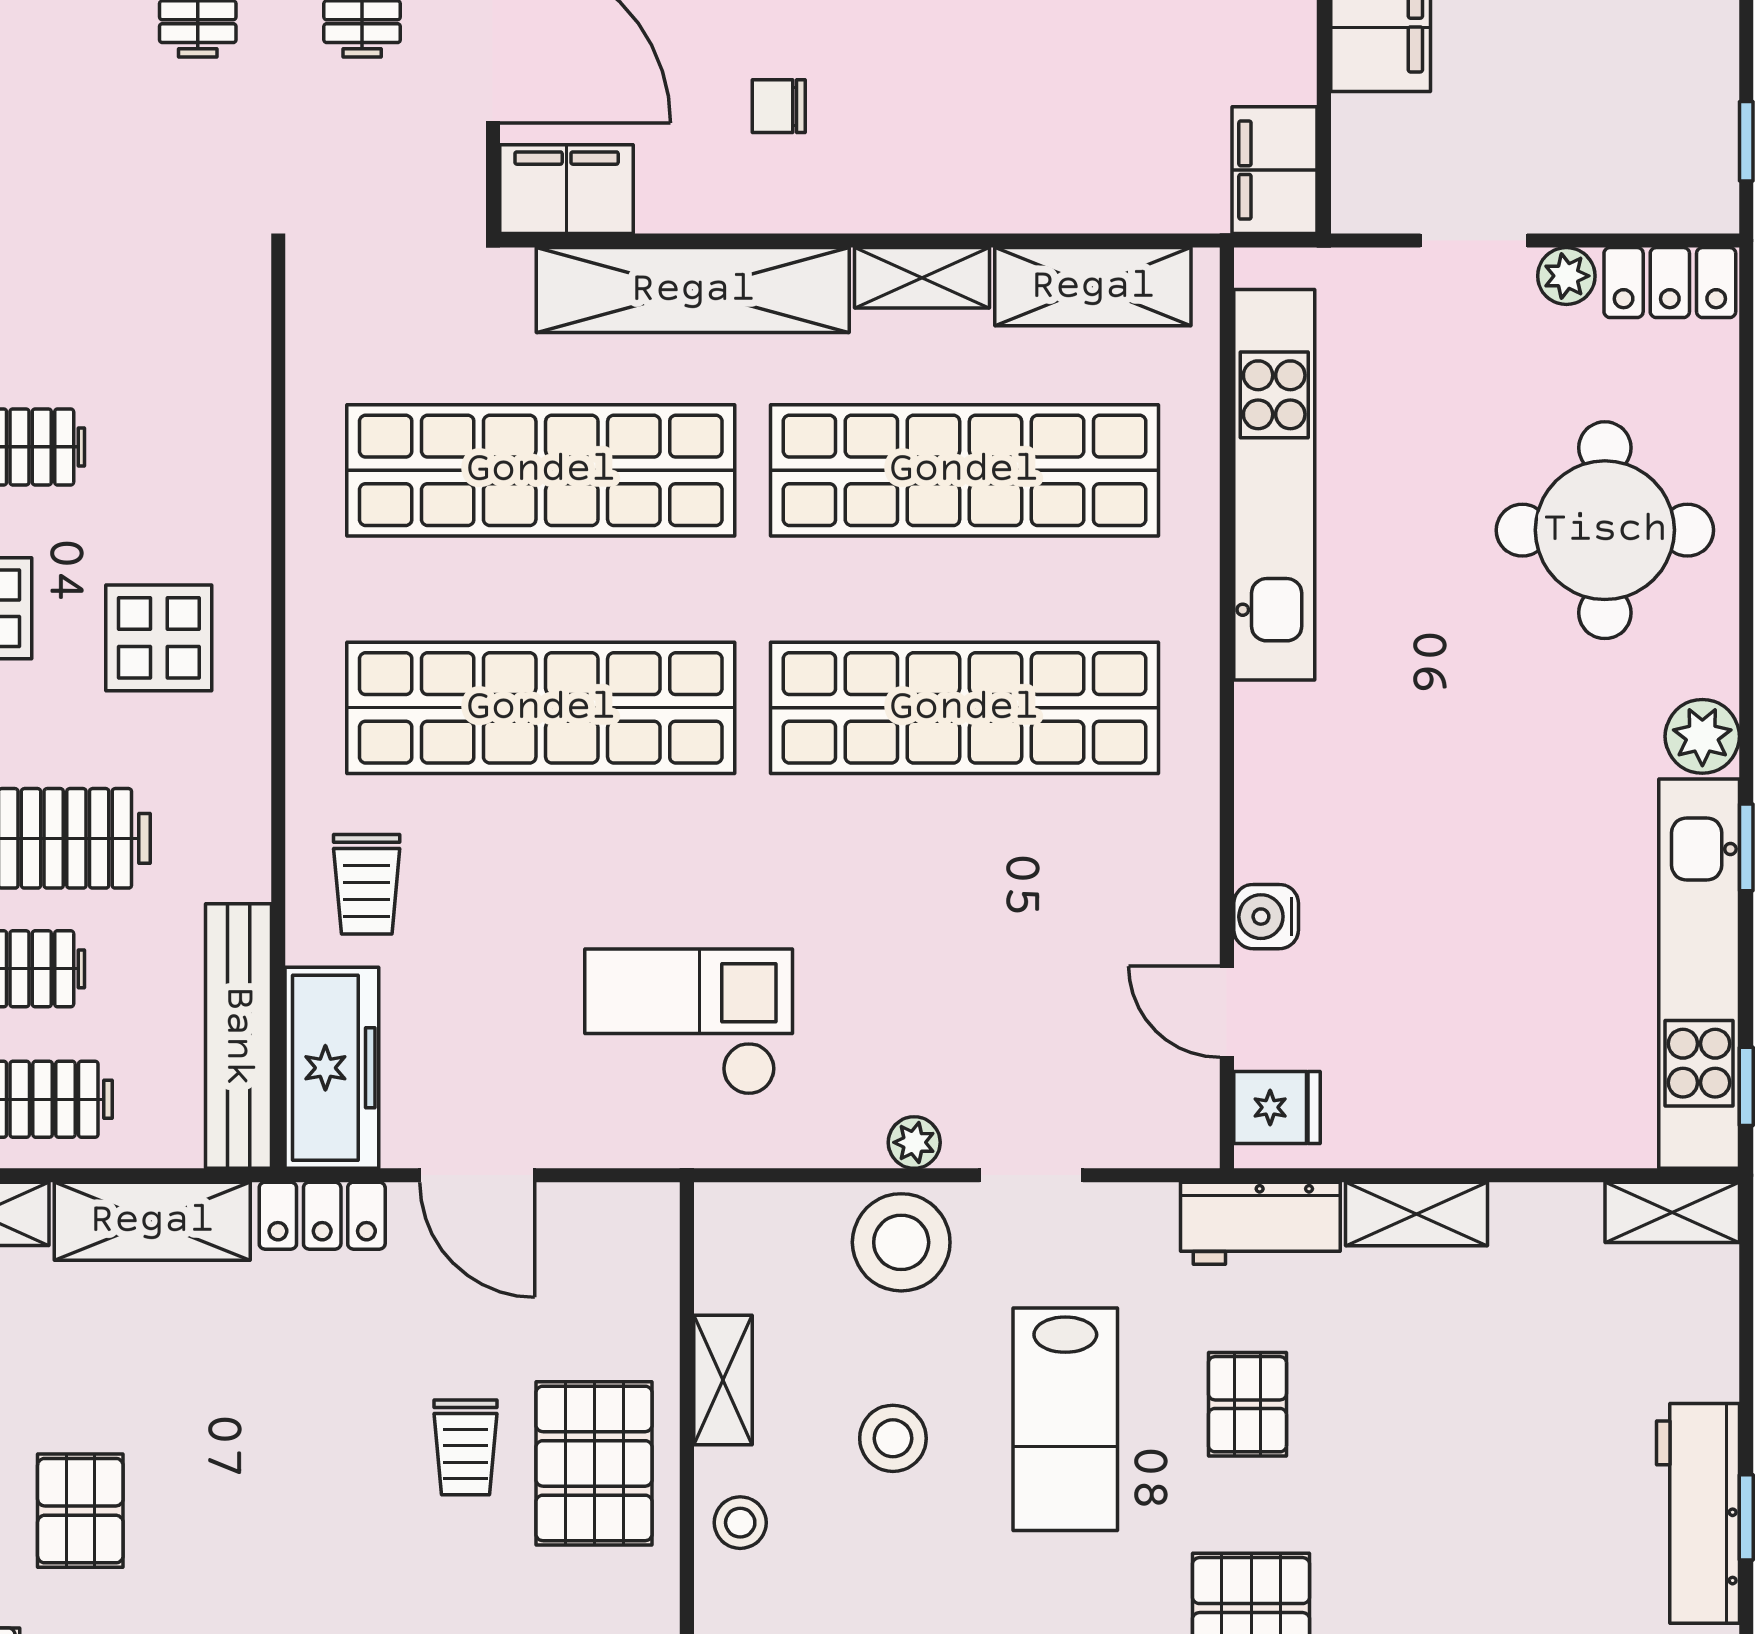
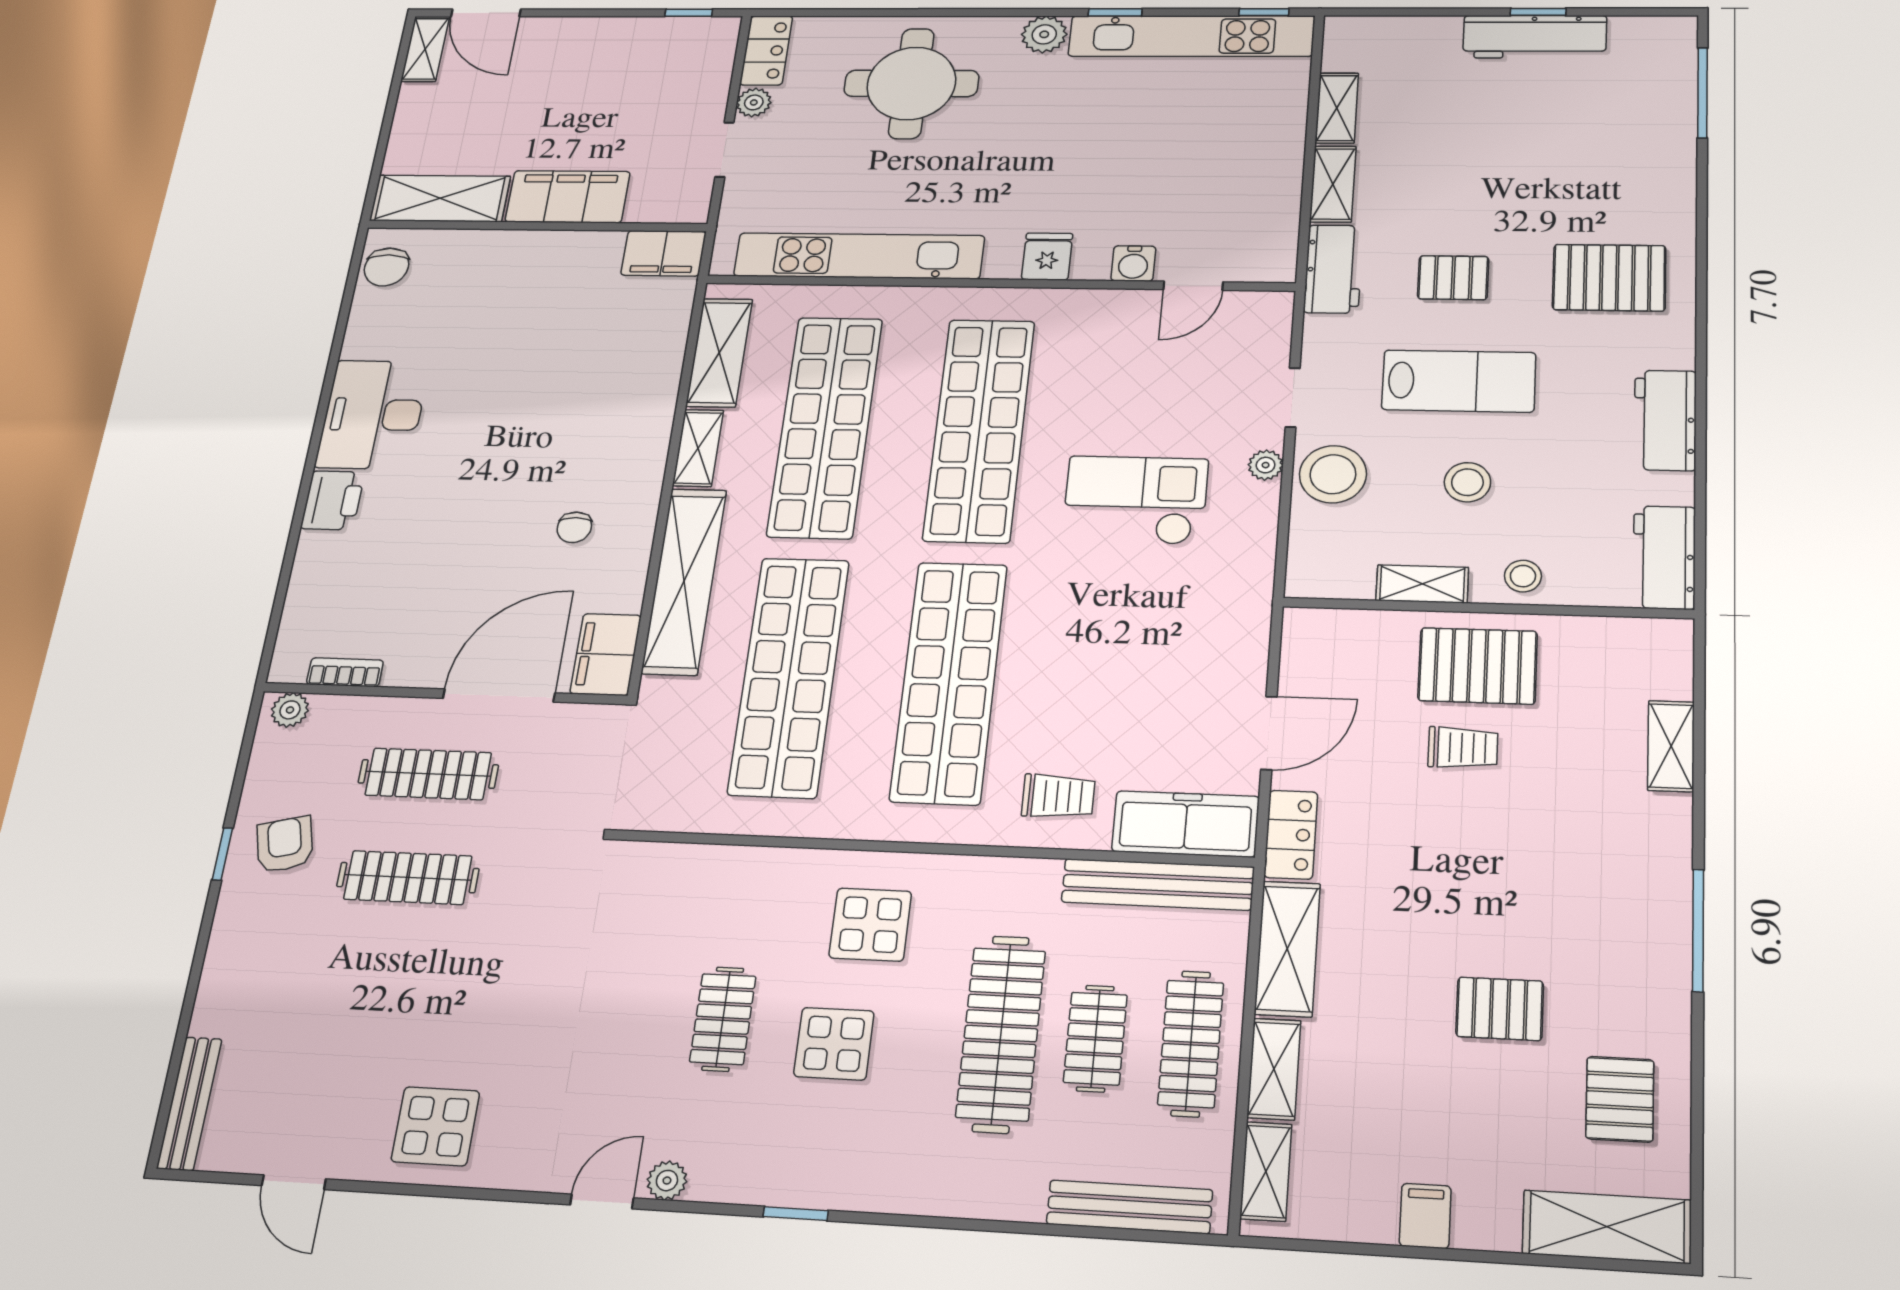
checkout: (689, 1022) -> (1135, 500), moved, turned 90
fridge: (1277, 1107) -> (1047, 257), moved
shelving: (1672, 1212) -> (1337, 108), moved

